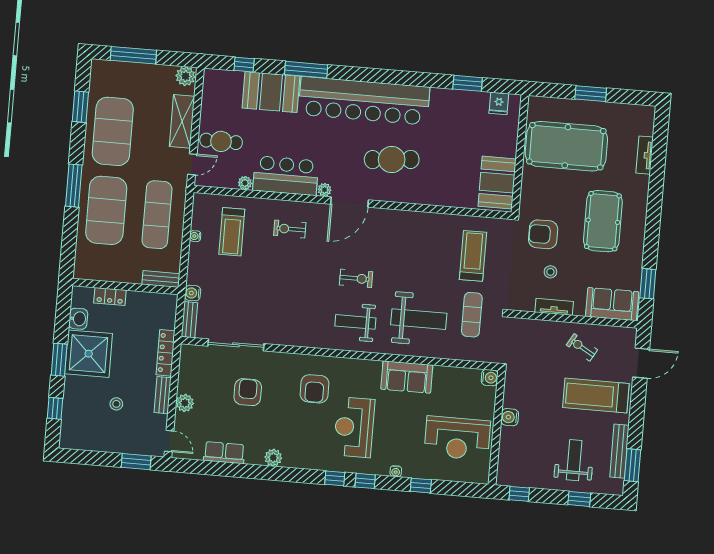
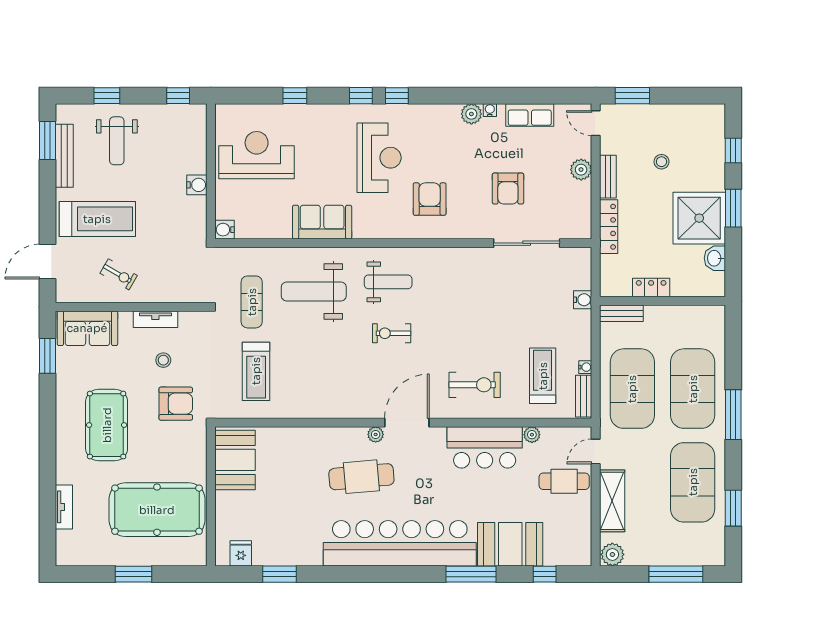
plant: (324, 190) -> (376, 434), moved
exercise mat: (157, 215) -> (632, 389), width x1.47
exercise bike: (290, 229) -> (475, 385), width x1.38, depth x1.39
locker: (110, 296) -> (651, 288), moved
bench: (189, 320) -> (584, 396), moved
water cooler: (396, 471) -> (490, 110), moved

